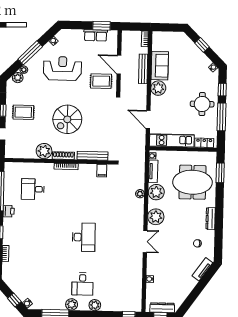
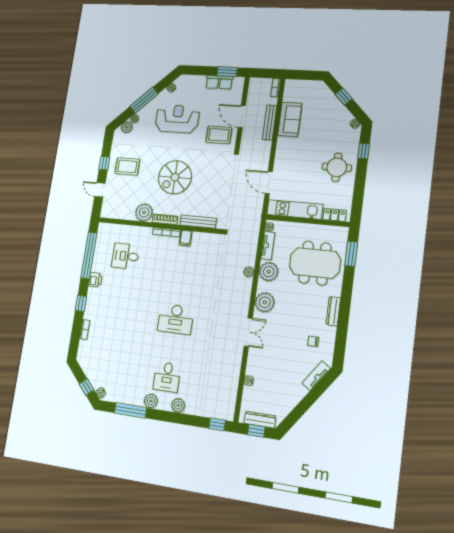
plant: (158, 88) -> (285, 146), removed
window: (222, 117) -> (360, 184), removed
filing cabinet: (102, 171) -> (186, 238), moved
desk: (84, 237) -> (176, 319), turned 90

